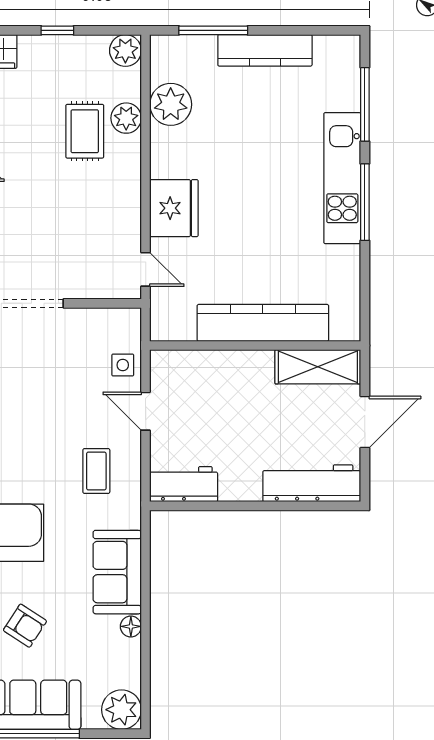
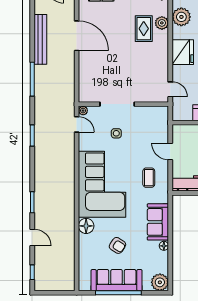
fridge: (174, 208) -> (183, 52), moved
side table: (123, 365) -> (116, 133), moved

